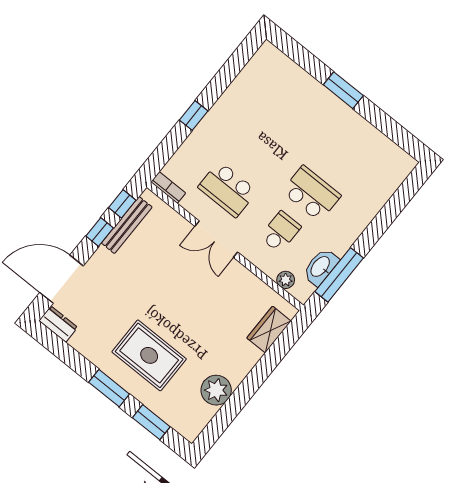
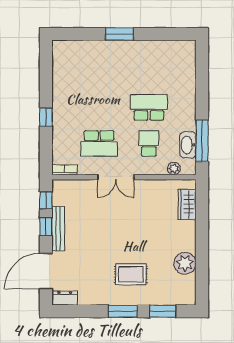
bench: (127, 225) -> (58, 229), moved
rug: (149, 355) -> (131, 274), width x0.73, depth x0.70

